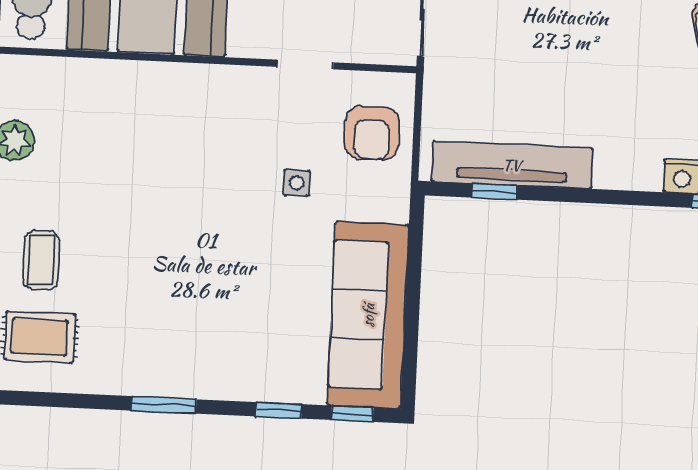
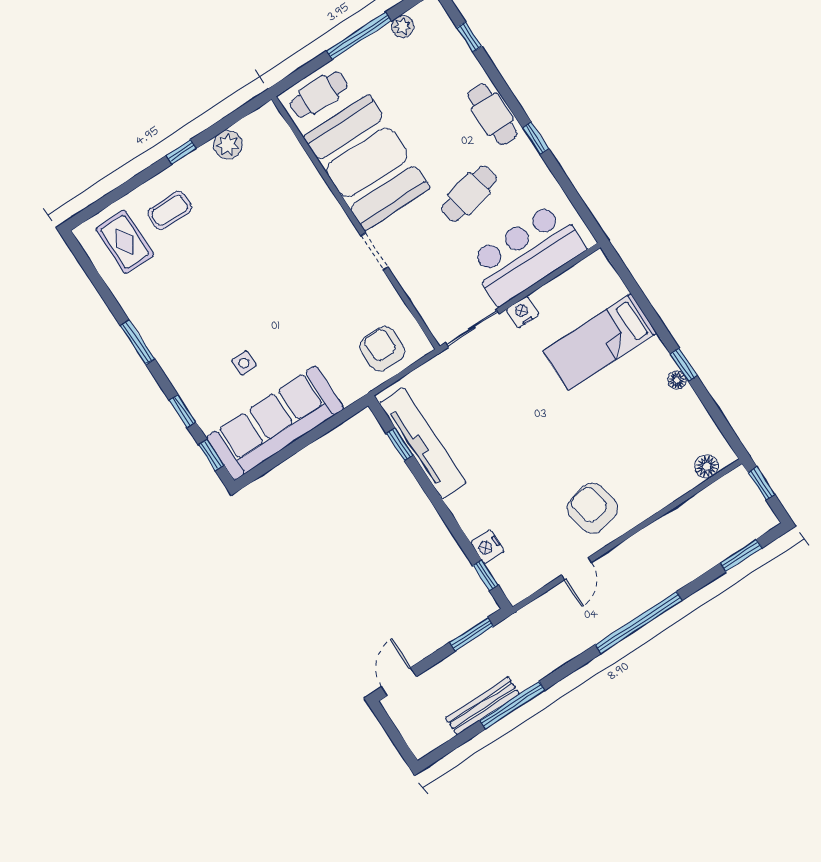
doorway: (305, 65) -> (374, 252), moved
armchair: (372, 133) -> (382, 349), turned 90
side table: (297, 183) -> (244, 363), moved

